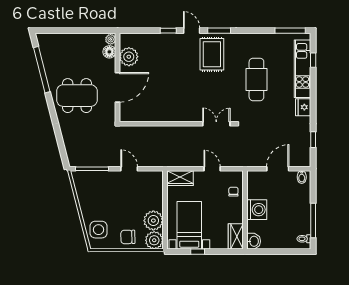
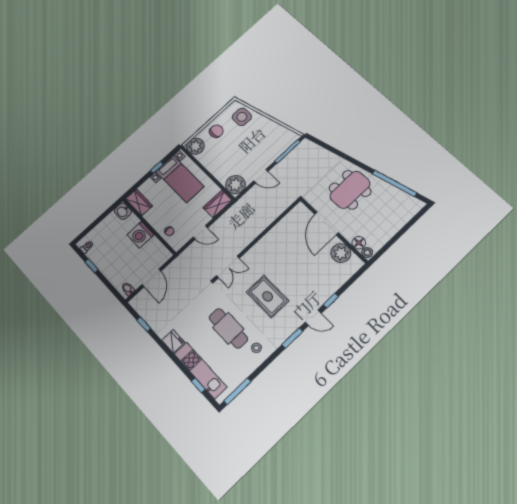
stool: (250, 47) -> (256, 348), added
rug: (212, 54) -> (268, 296), moved
plant: (153, 221) -> (235, 185), moved
window: (313, 221) -> (91, 266), width x0.46

